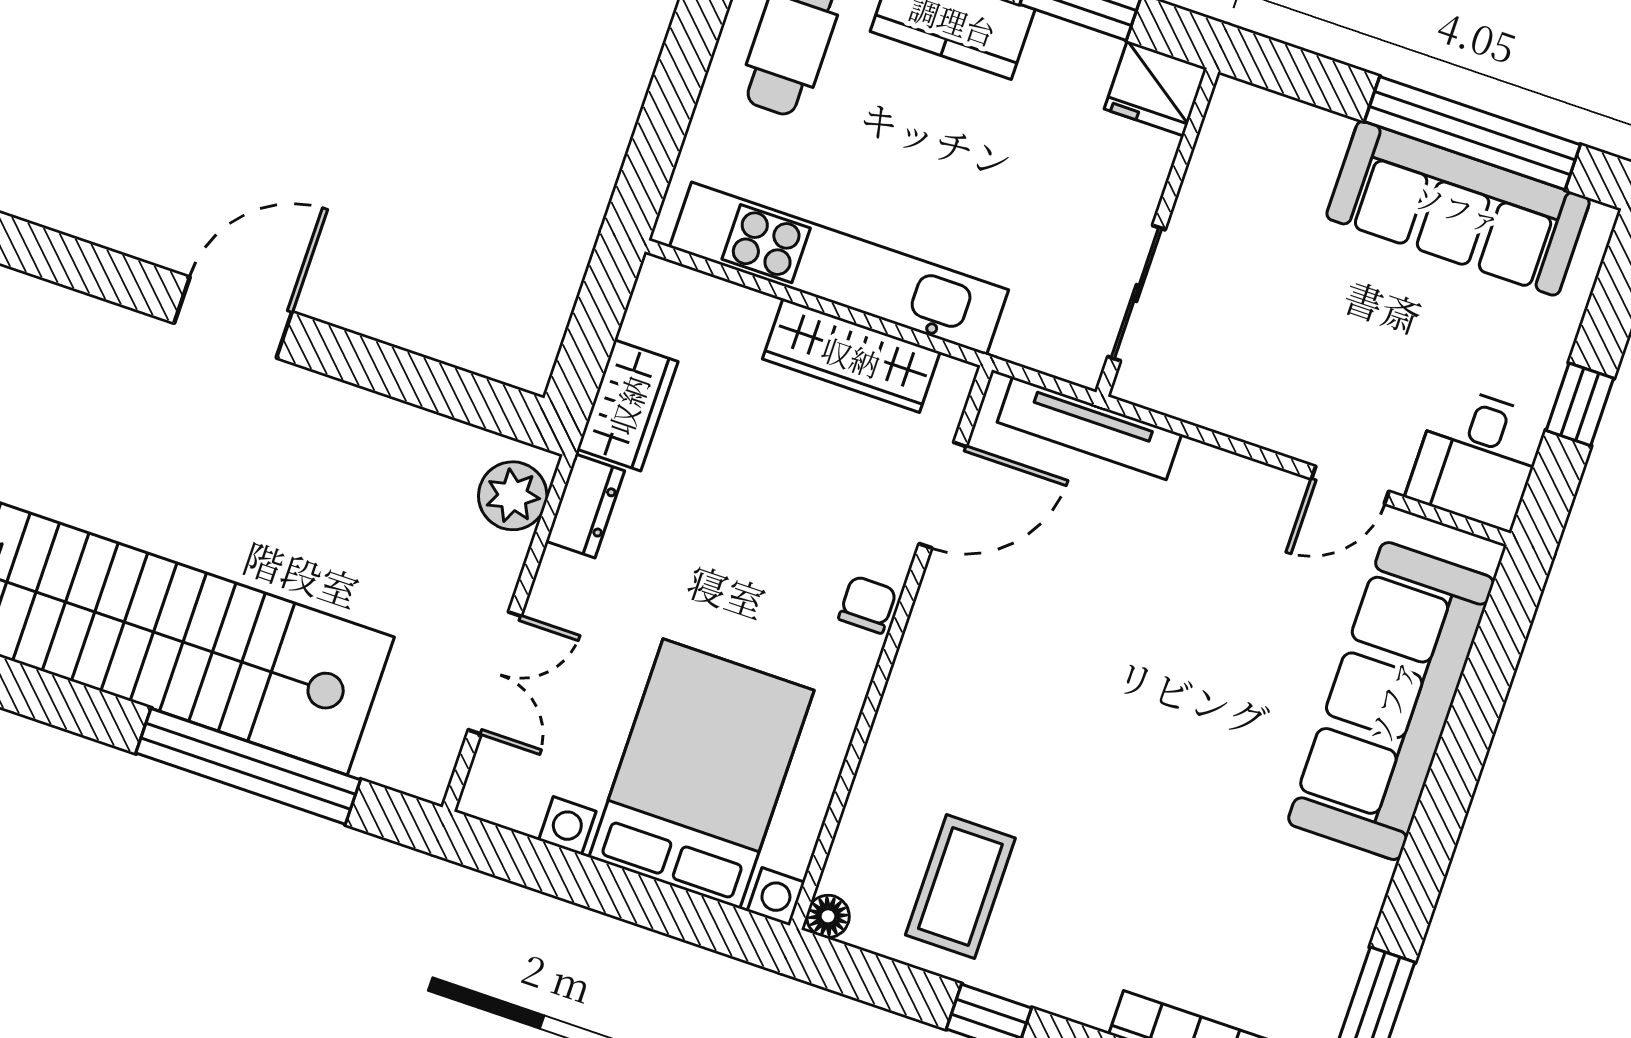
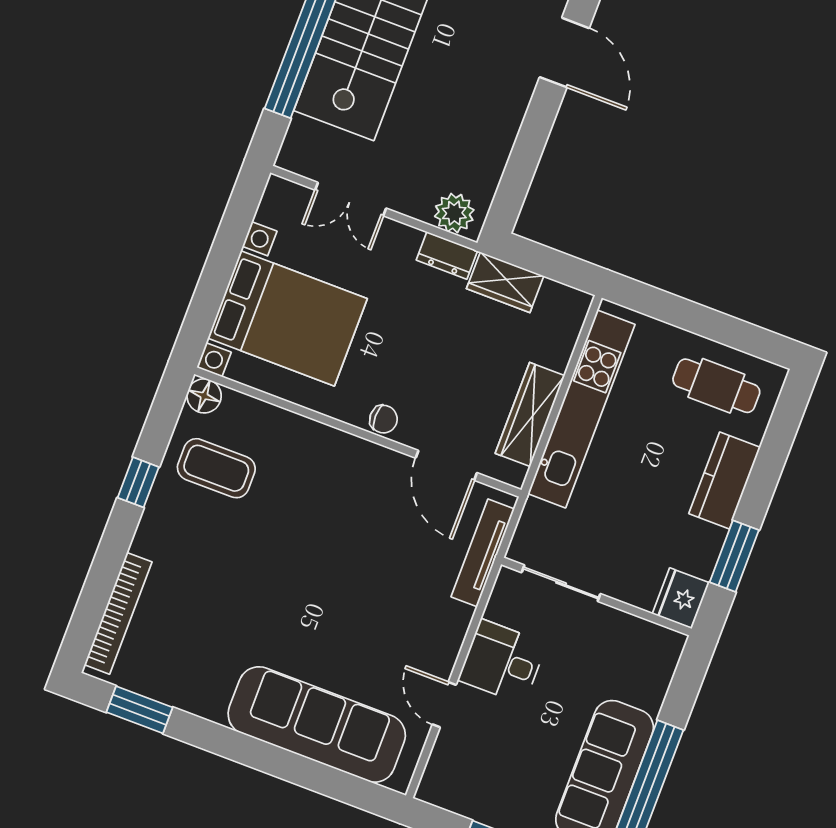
desk: (1477, 458) -> (502, 662), moved
floor lamp: (828, 916) -> (204, 396), width x1.37, depth x1.37

